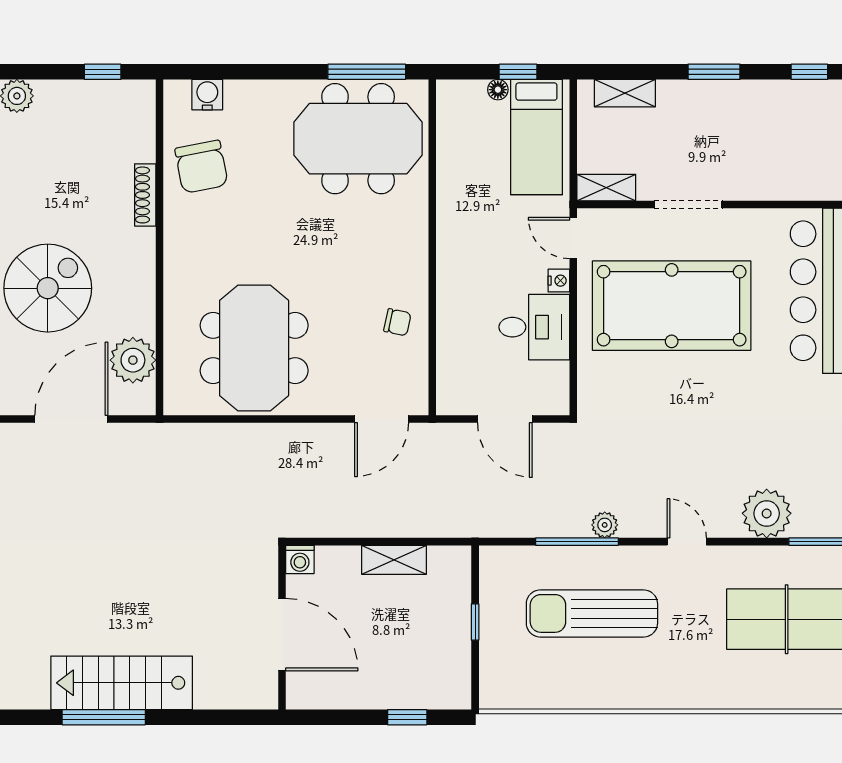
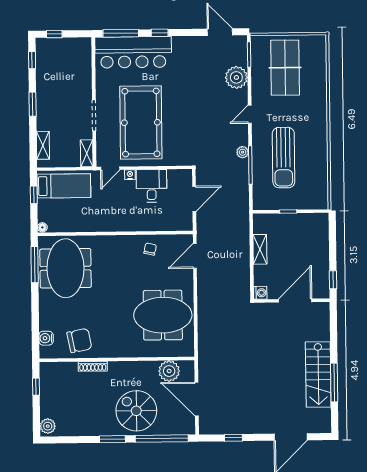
floor lamp: (498, 90) -> (42, 227), moved
door: (382, 419) -> (195, 256), swing flipped
window: (407, 717) -> (333, 280), moved

